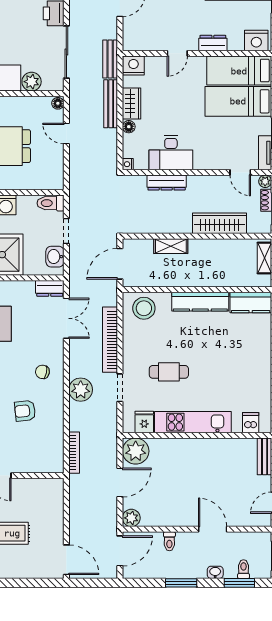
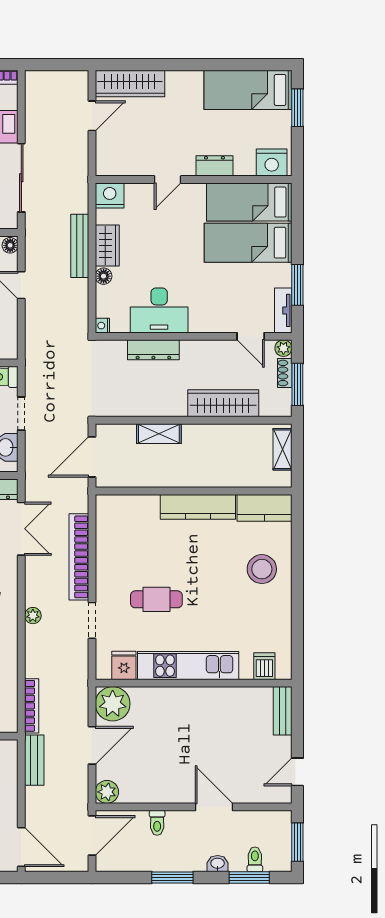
bench: (110, 59) -> (34, 760), moved
stool: (144, 308) -> (262, 569), moved
plant: (81, 390) -> (33, 616), width x0.53, depth x0.53

